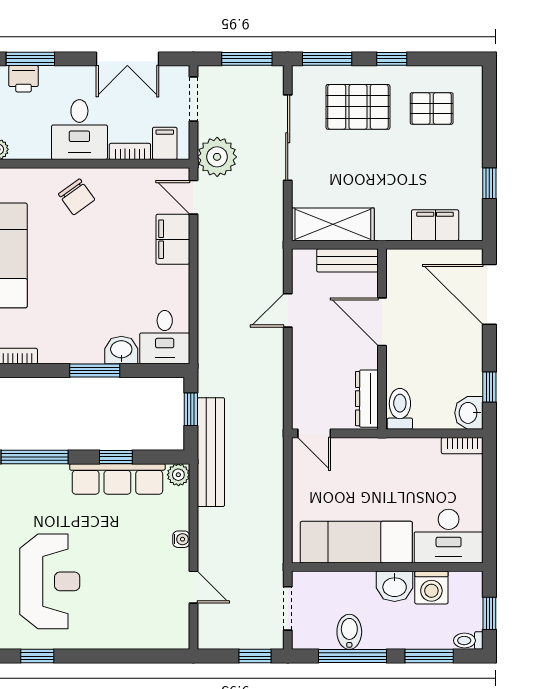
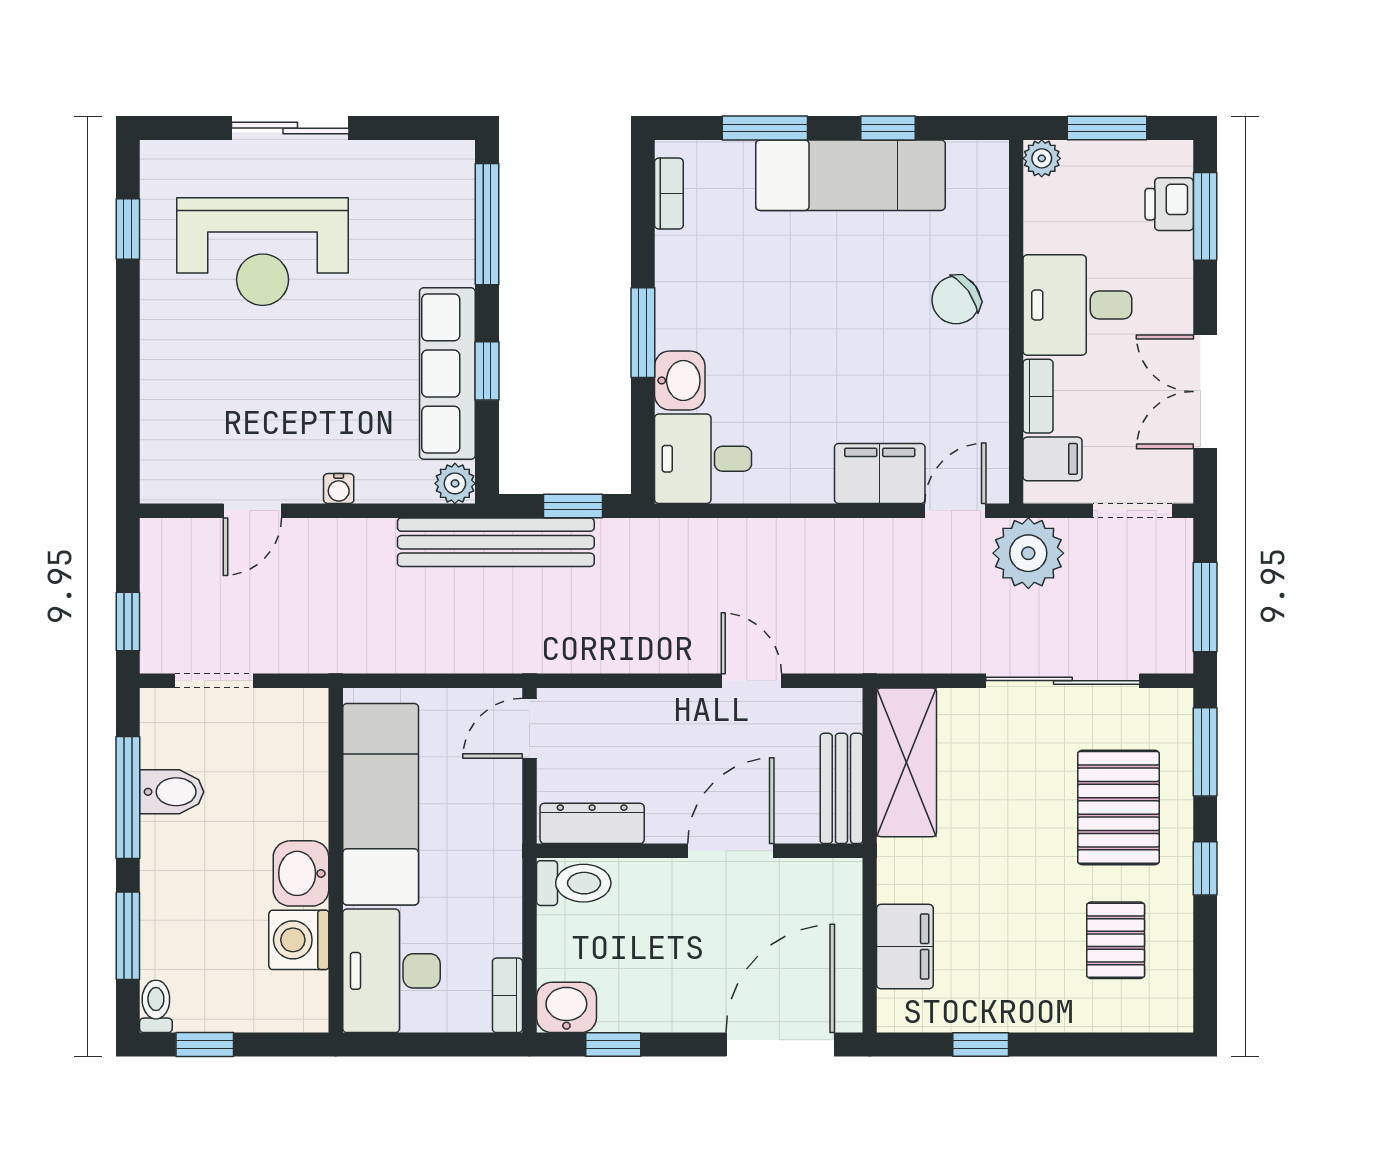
desk: (449, 536) -> (391, 971), moved
exam couch: (356, 542) -> (381, 804), moved
wall: (387, 567) -> (336, 860), moved
washbasin: (395, 586) -> (301, 873), moved
washing machine: (431, 587) -> (299, 940), moved

